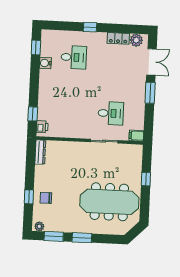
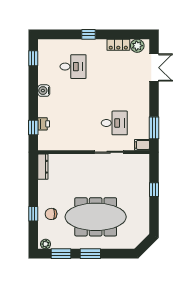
water cooler: (45, 63) -> (44, 91), moved
window: (150, 93) -> (154, 128), moved
printer: (42, 127) -> (44, 124), moved
meeting table: (109, 202) -> (96, 217), moved

